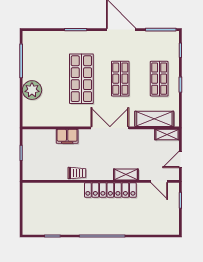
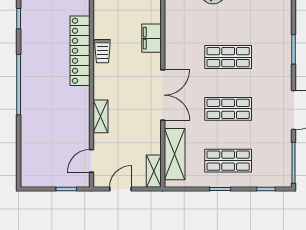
shop shelf: (81, 79) -> (228, 57), width x0.70, depth x0.74
door: (180, 159) -> (121, 189), hinge flipped
locker: (110, 190) -> (80, 51), moved

